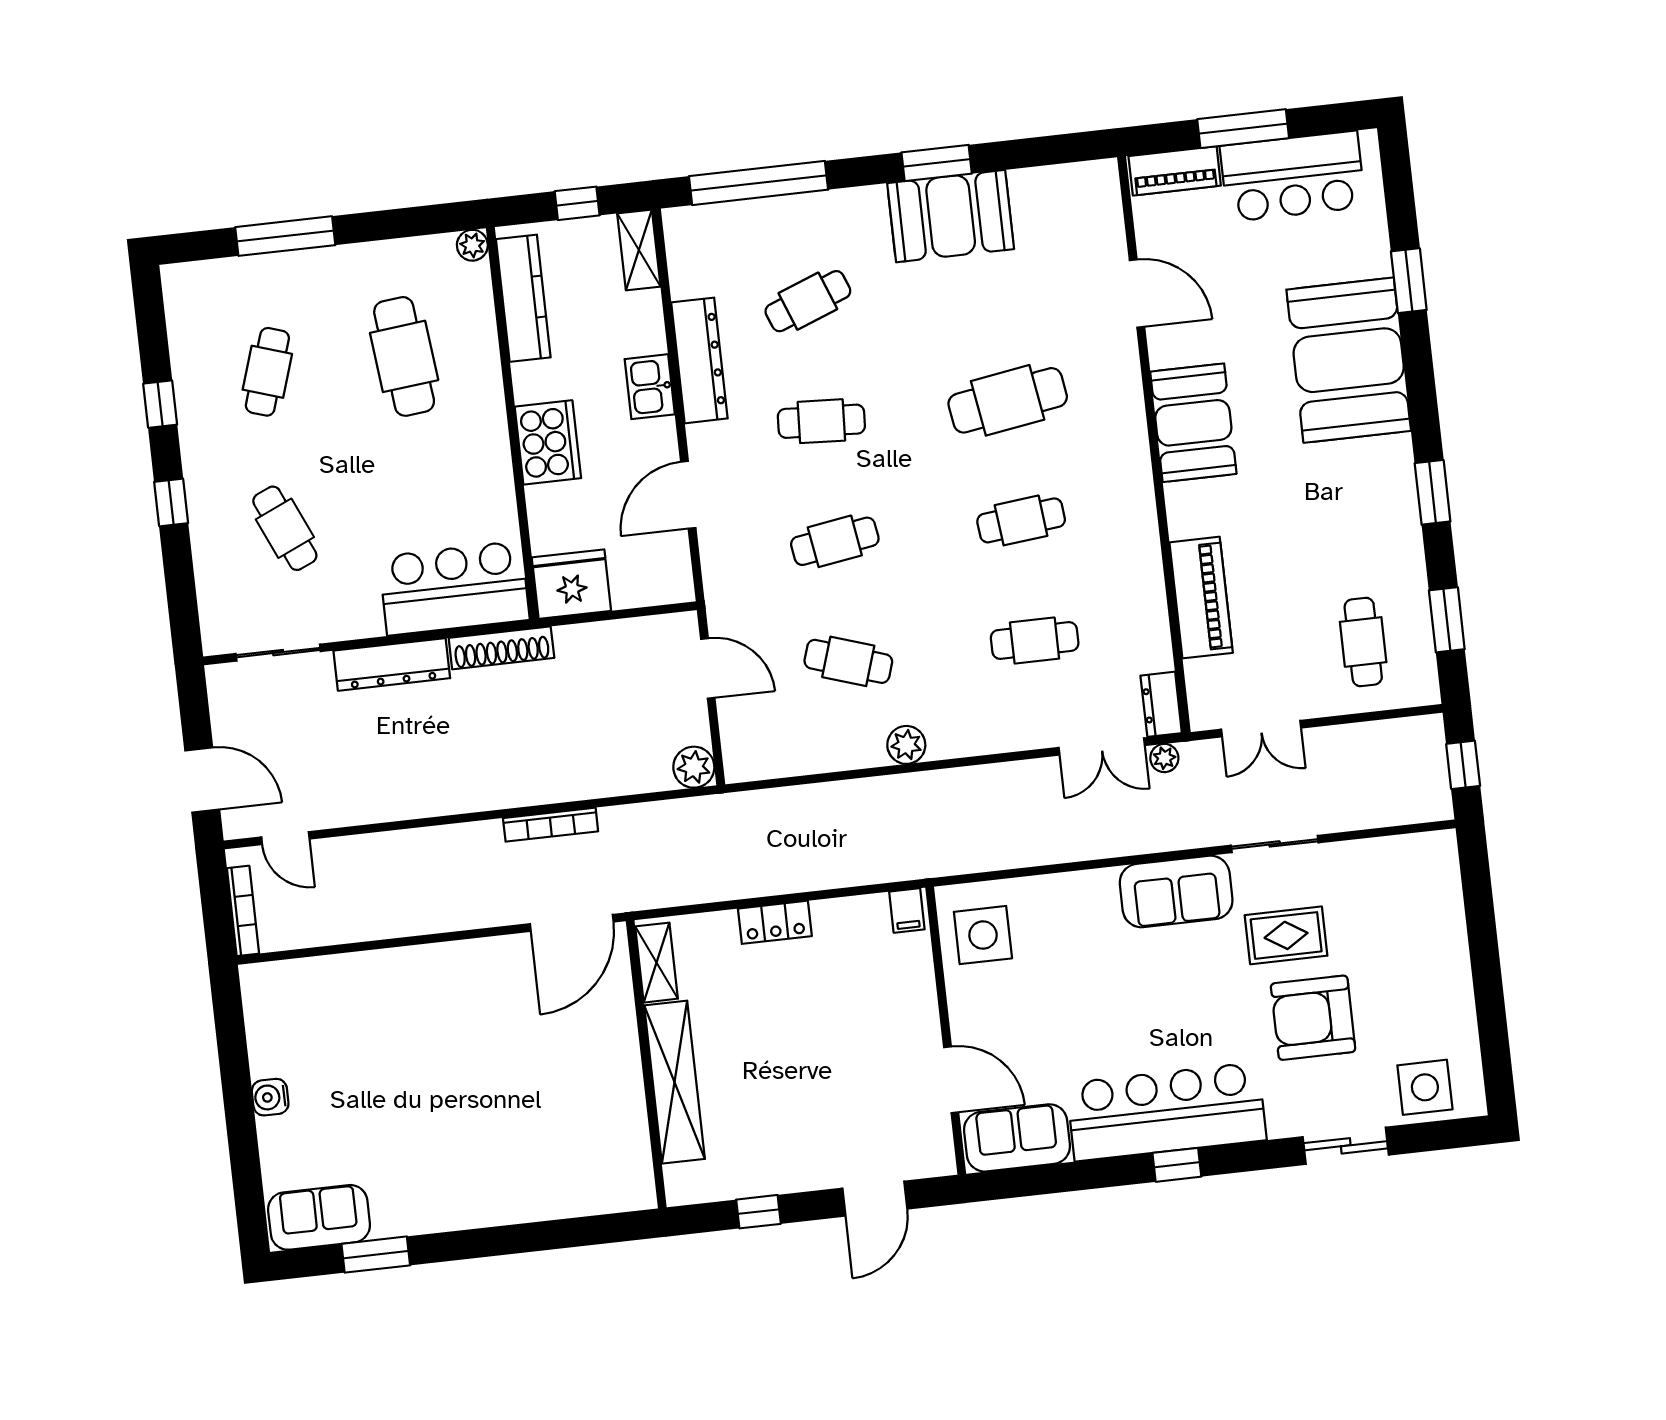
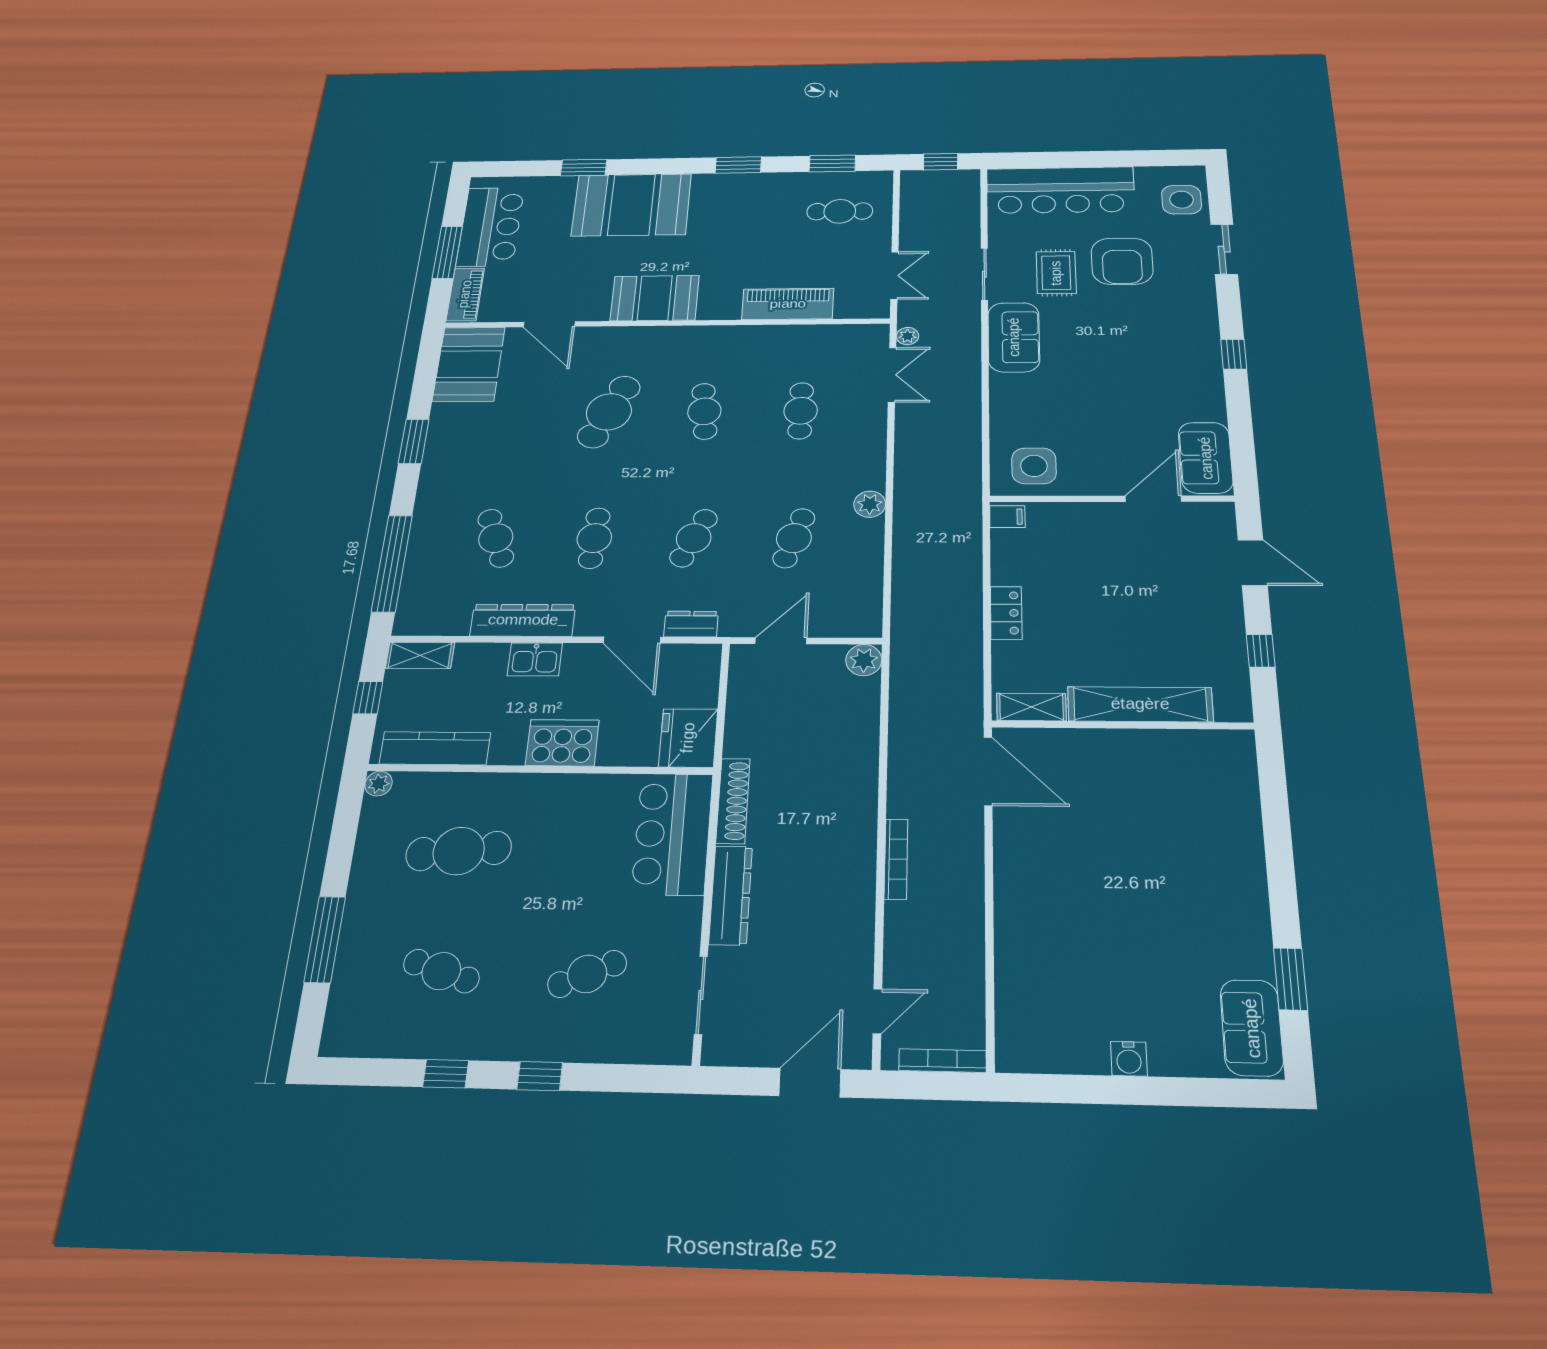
booth: (951, 216) -> (469, 364), moved
door: (1137, 294) -> (549, 324), swing flipped
cafe table: (1008, 400) -> (609, 412), turned 33
cafe table: (835, 541) -> (694, 538), turned 33
dresser: (1161, 704) -> (691, 624), moved, turned 180
bookcase: (551, 825) -> (896, 859), moved
bar counter: (1166, 1112) -> (1060, 190), moved, turned -90

